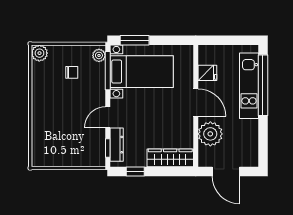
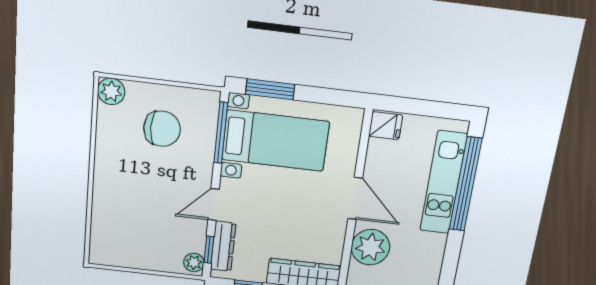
plant: (99, 55) -> (194, 262), moved
chair: (72, 72) -> (162, 129), width x1.87, depth x1.87
fridge: (207, 73) -> (386, 126), moved

